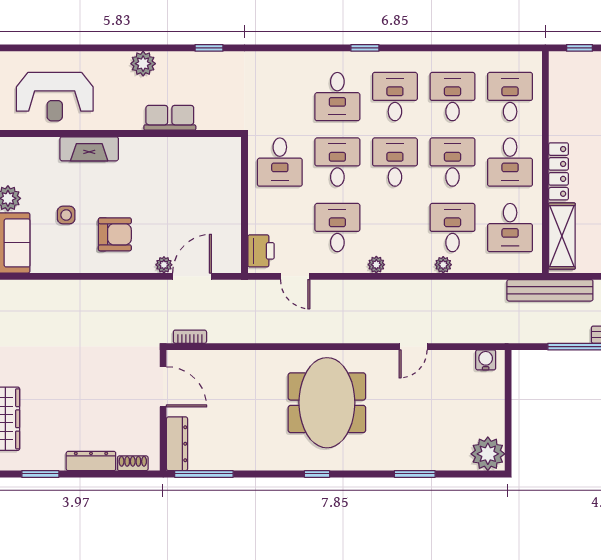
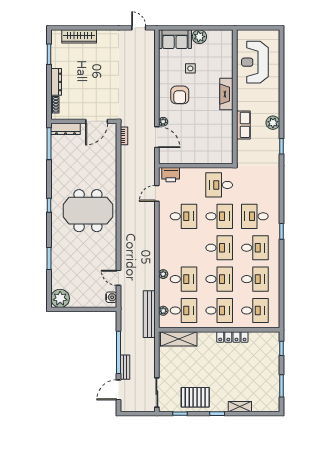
plant: (143, 64) -> (273, 123), moved
fireplace: (89, 149) -> (226, 94), moved
desk: (510, 162) -> (219, 311), turned 180
locker: (559, 171) -> (232, 337), moved
desk: (510, 228) -> (183, 311), turned 180
plant: (376, 265) -> (163, 311), moved
bench: (550, 290) -> (149, 314), moved
door: (413, 347) -> (119, 278), moved

